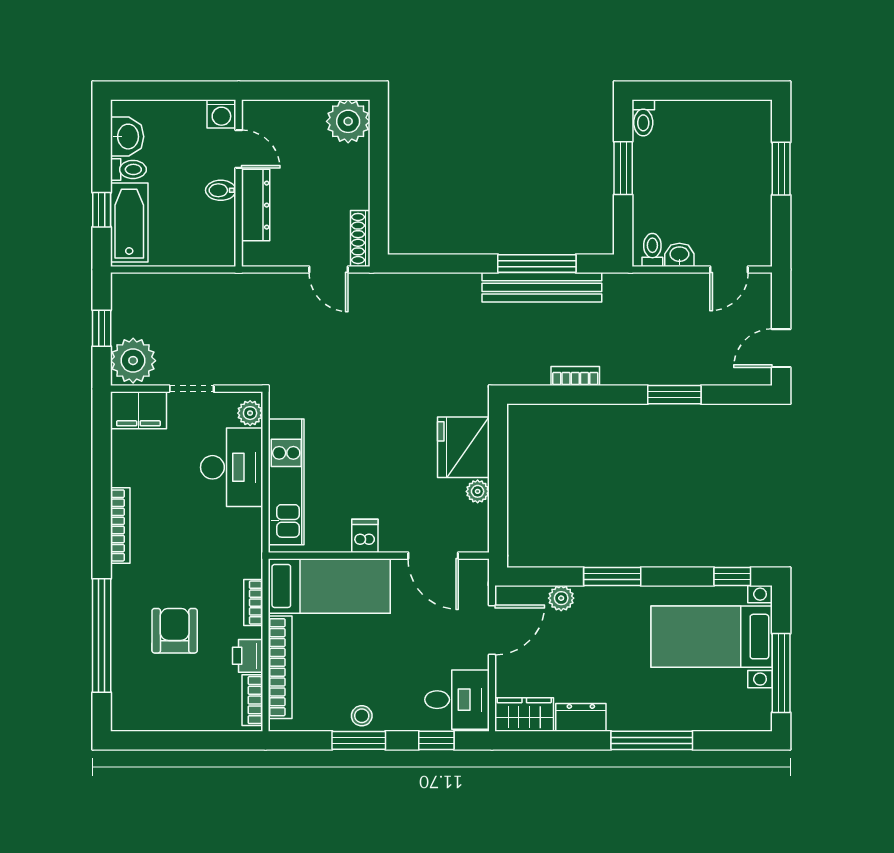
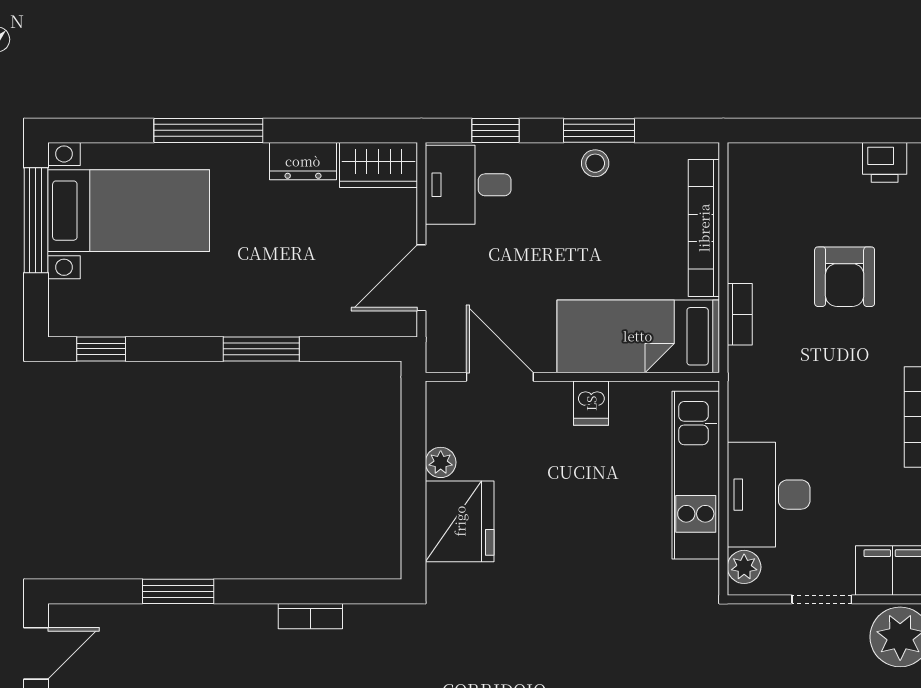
plant: (561, 598) -> (329, 320), removed
bed with nightstands: (712, 637) -> (129, 211), moved
printer: (248, 656) -> (885, 162), moved, turned 90
bookcase: (252, 700) -> (741, 184), removed

